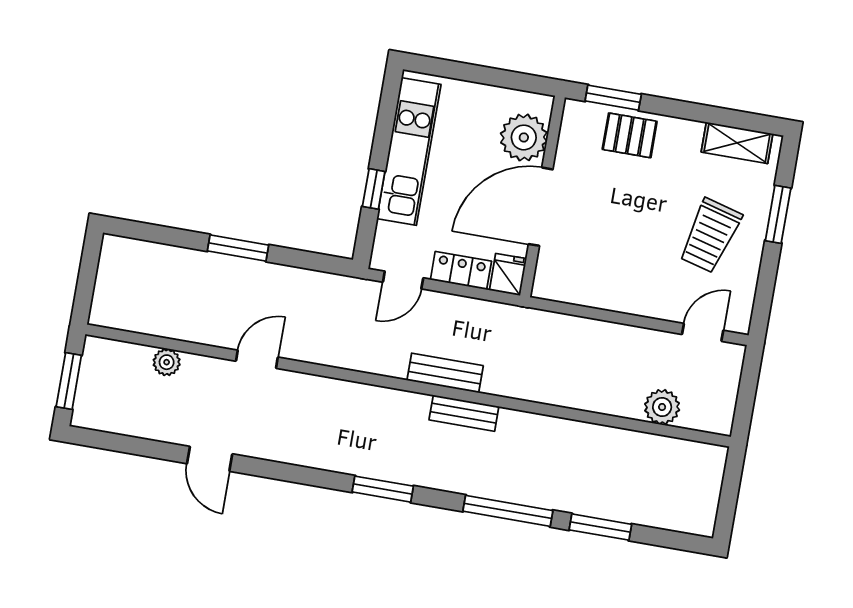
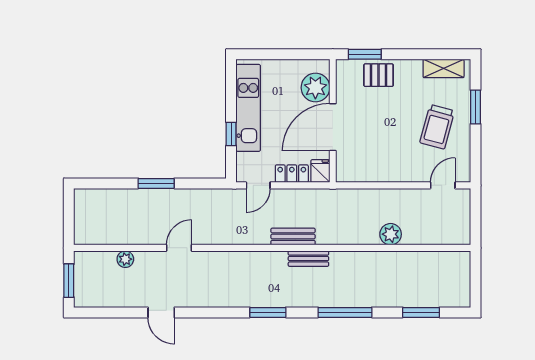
plant: (662, 407) -> (391, 234), moved
window: (600, 527) -> (421, 312), moved

